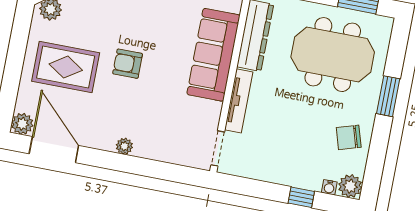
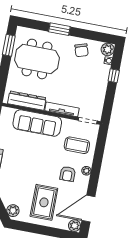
meeting table: (333, 55) -> (37, 59), turned 90
armchair: (128, 64) -> (68, 174), moved
coffee table: (172, 129) -> (77, 145), added

